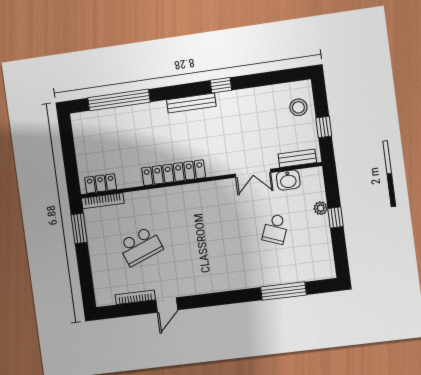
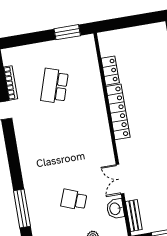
locker: (101, 183) -> (110, 71), moved
bookcase: (103, 201) -> (92, 52), removed
school desk: (141, 246) -> (54, 86), turned 39

